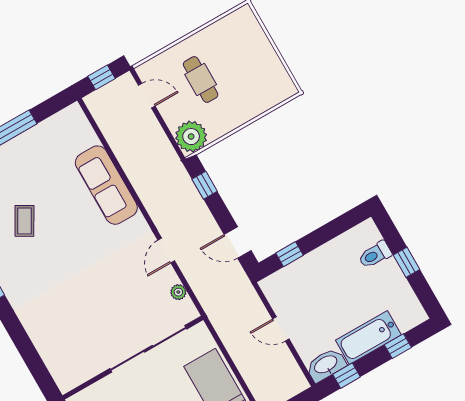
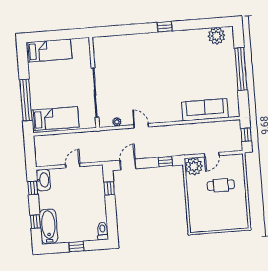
door: (147, 96) -> (212, 155), moved
sofa: (106, 185) -> (205, 110), moved
coffee table: (24, 221) -> (191, 60), removed
toilet: (375, 255) -> (103, 231), moved
bathtub: (368, 337) -> (48, 226), moved

